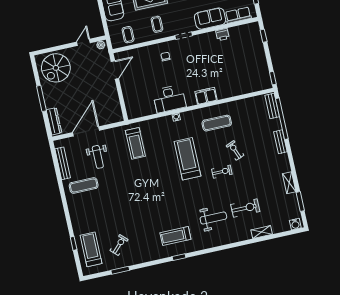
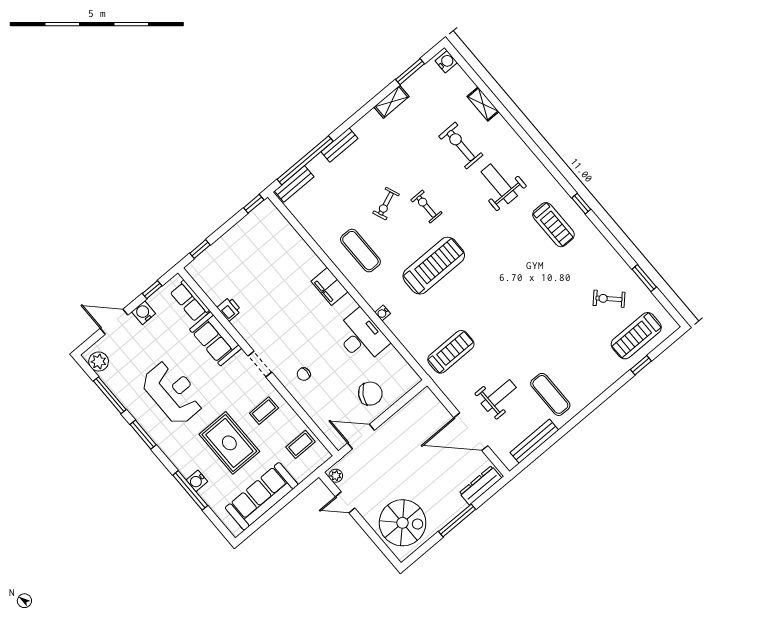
chair: (136, 87) -> (370, 394), added
treadmill: (187, 159) -> (434, 266), turned 180

